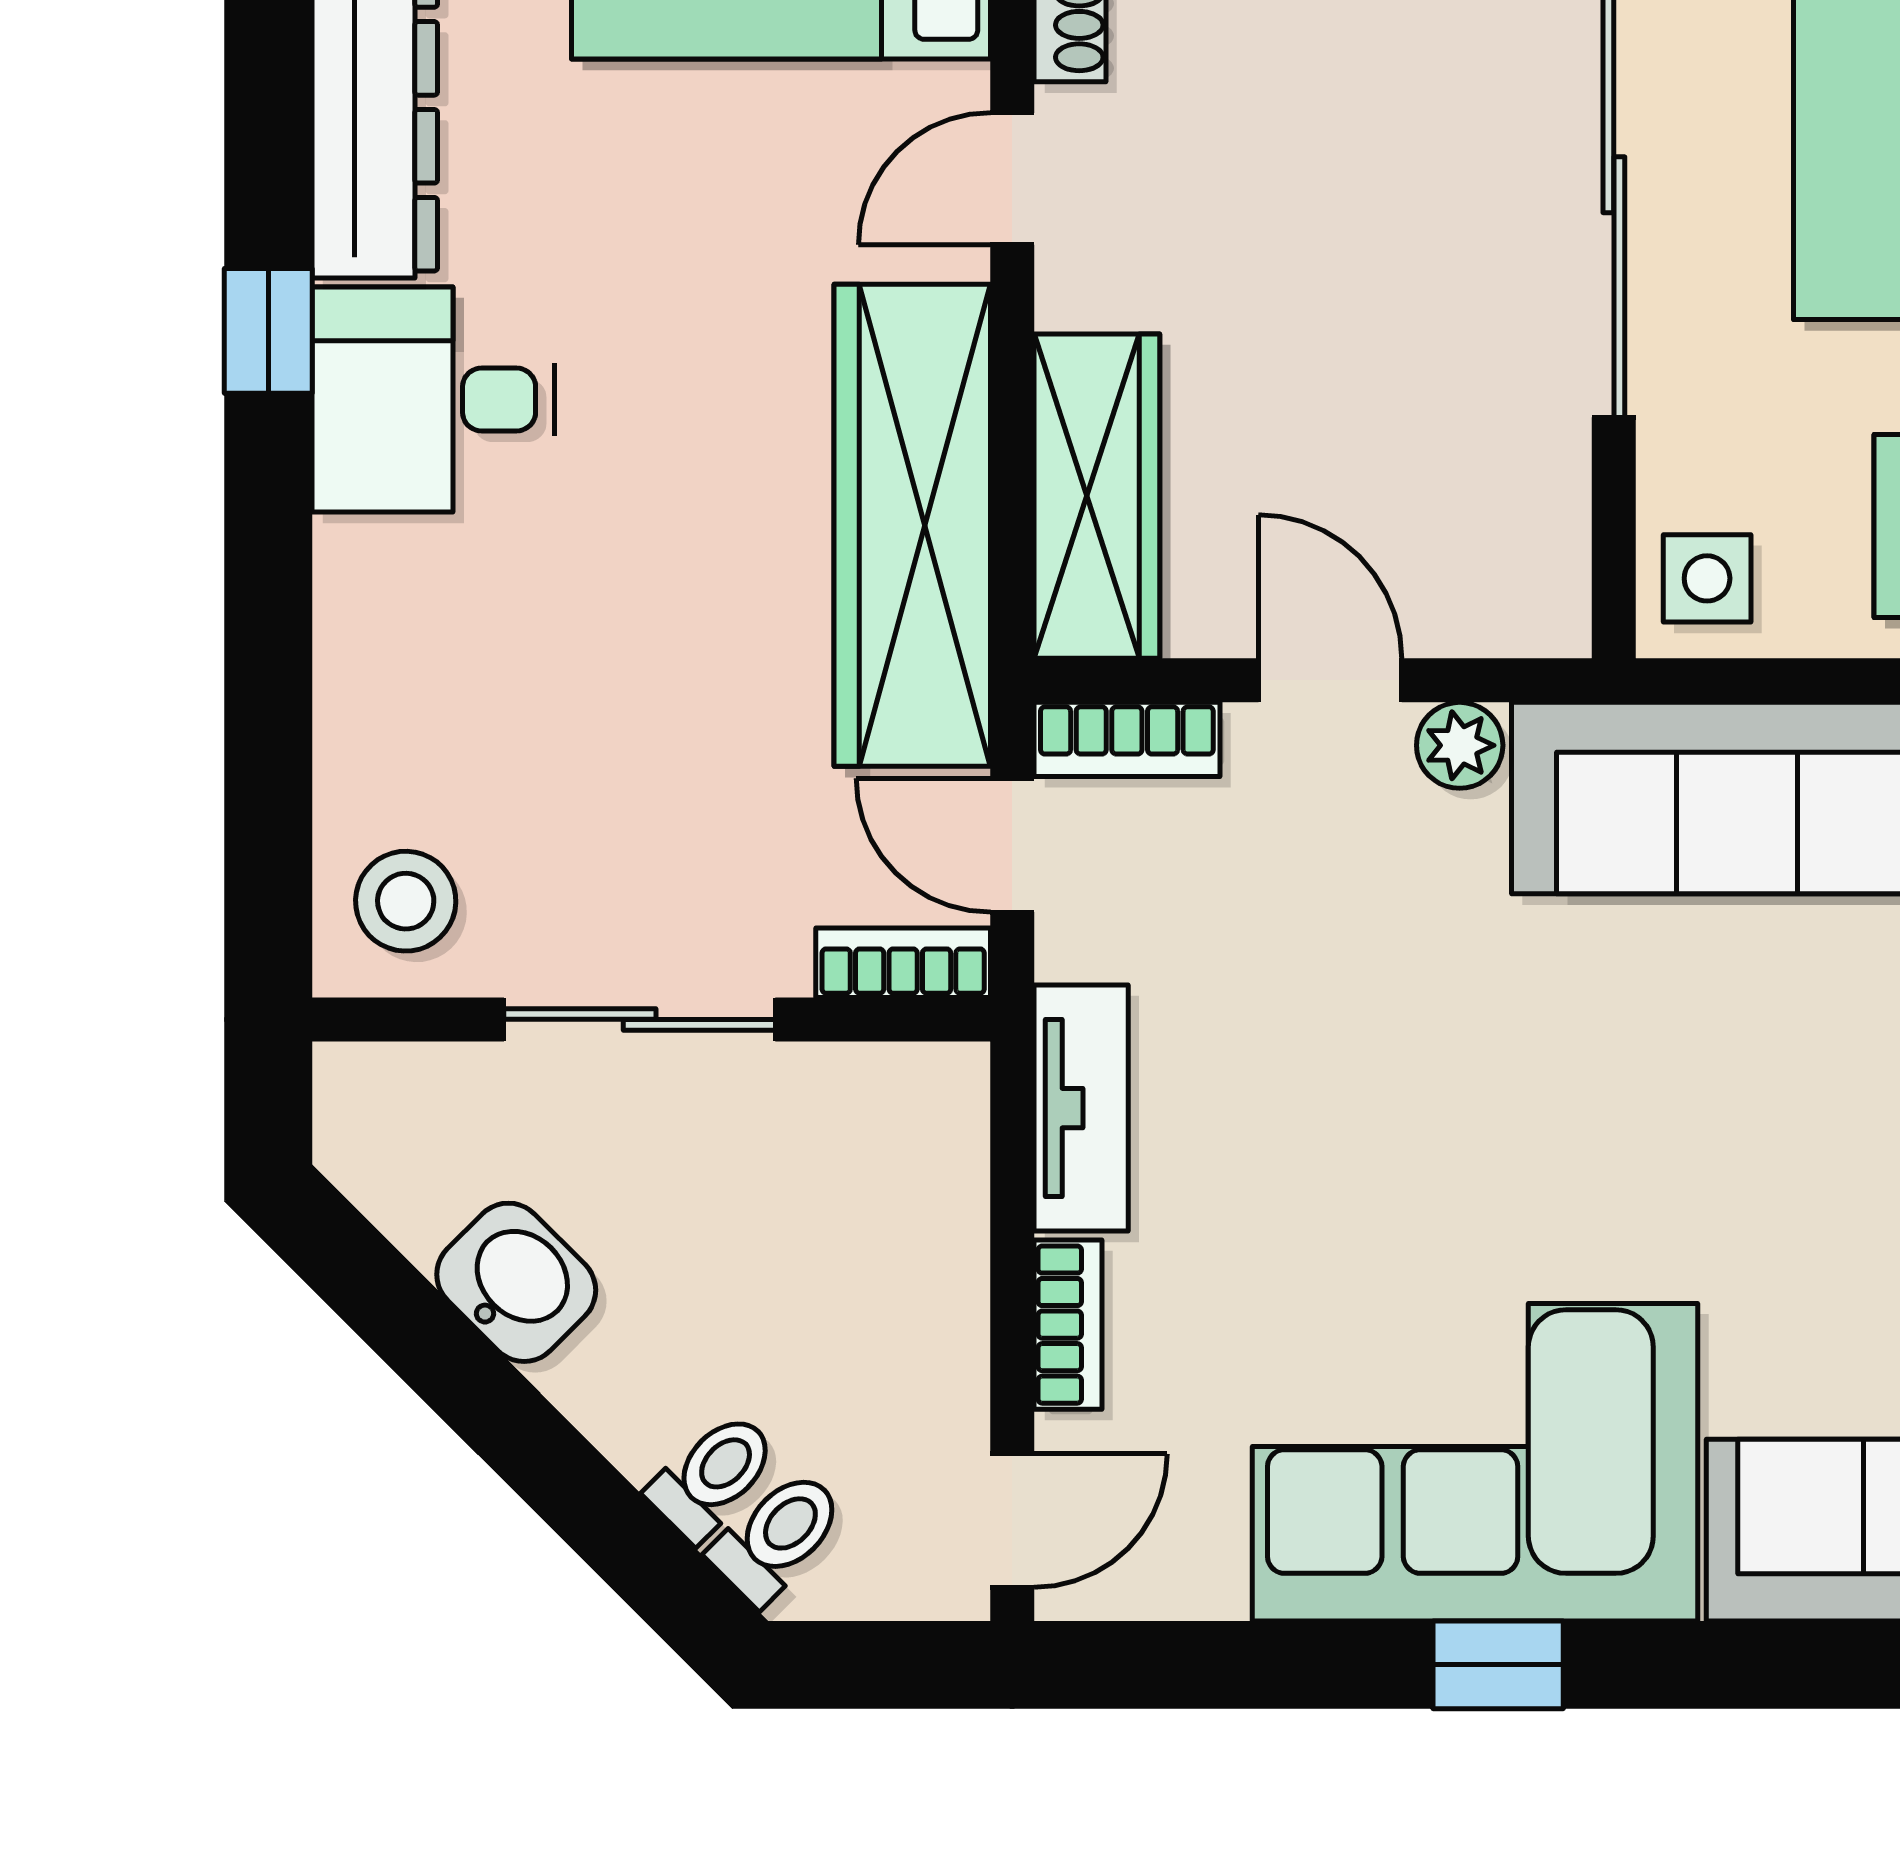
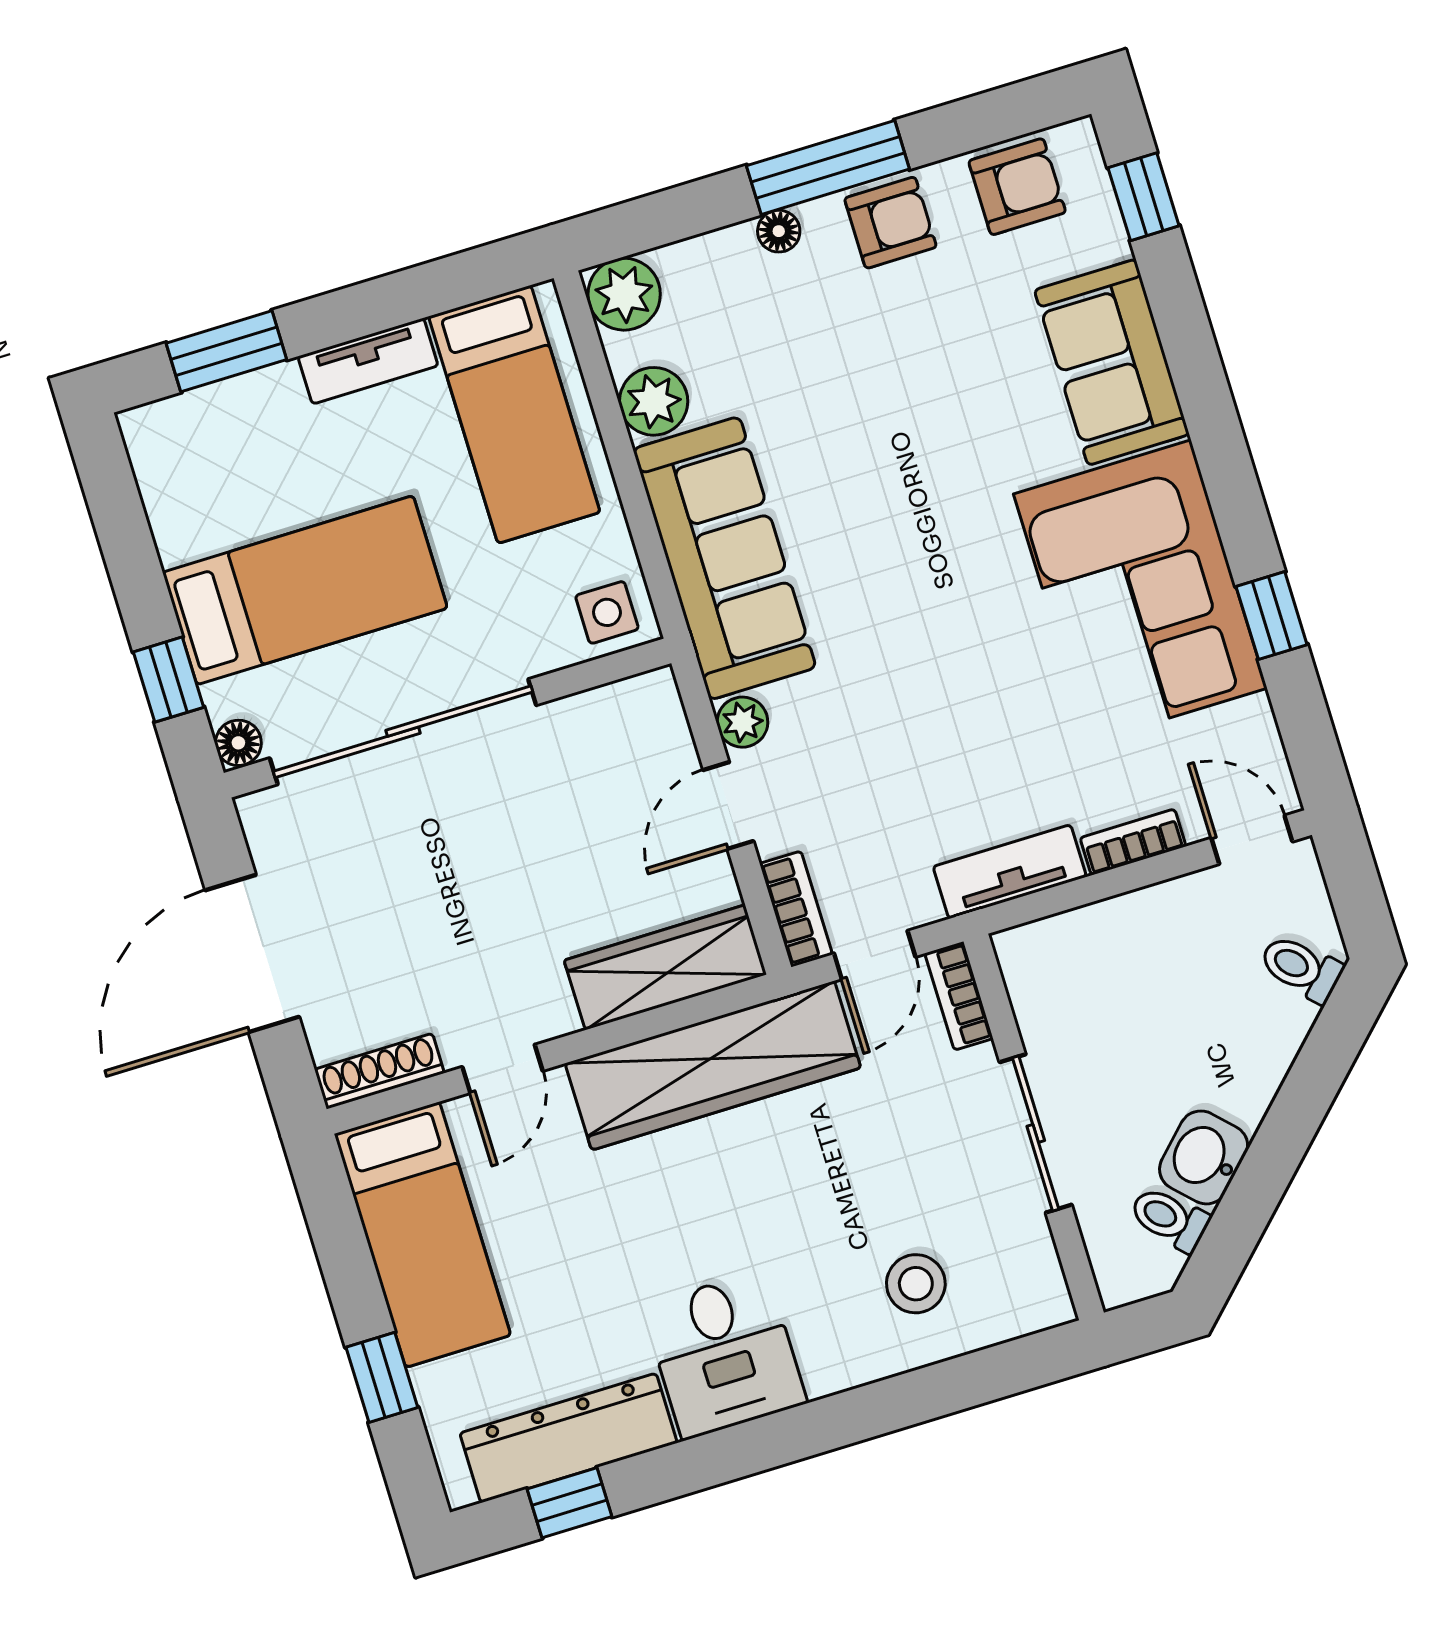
door: (1012, 179) -> (502, 1069), hinge flipped
window: (268, 331) -> (569, 1503), moved
stool: (406, 901) -> (916, 1284), moved
toilet: (713, 1476) -> (1169, 1219), moved
window: (1498, 1665) -> (1272, 616), moved

